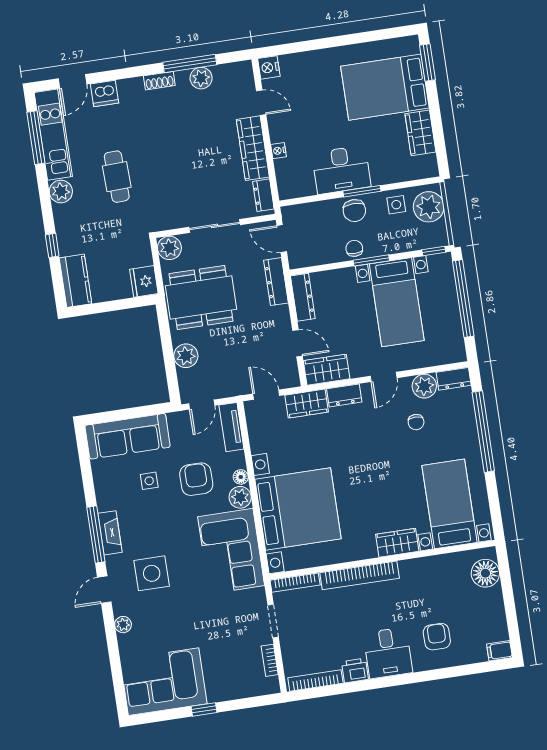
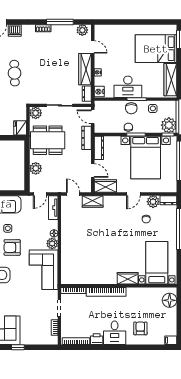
nightstand: (269, 67) -> (99, 92), moved
plant: (201, 78) -> (82, 30), moved
wardrobe: (420, 133) -> (170, 80), width x1.50
plant: (429, 207) -> (169, 125), moved
bed with nightstands: (397, 302) -> (146, 157), width x1.36
dresser: (344, 395) -> (112, 200), removed
armchair: (196, 479) -> (12, 247), moved, turned -90
bed with nightstands: (298, 509) -> (80, 254), removed

